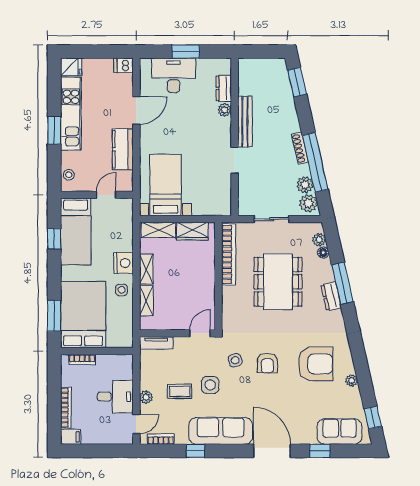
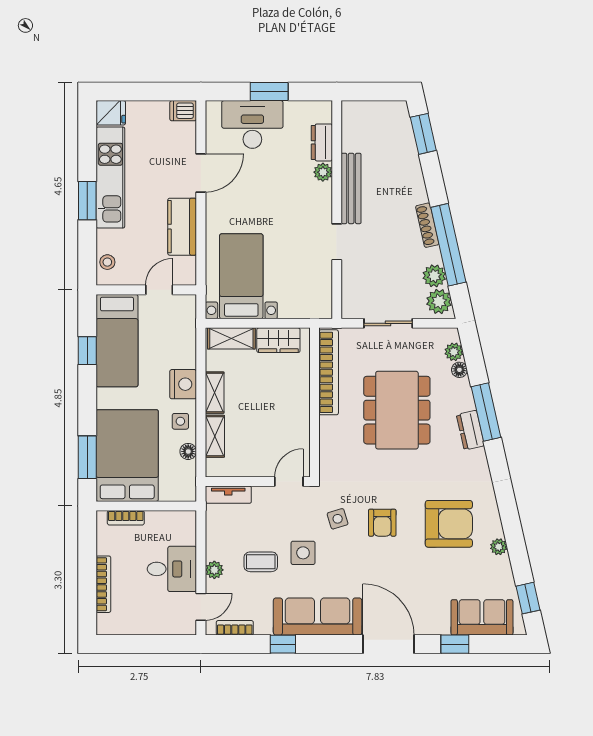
floor lamp: (127, 312) -> (188, 451), added
filing cabinet: (71, 437) -> (110, 625), removed

